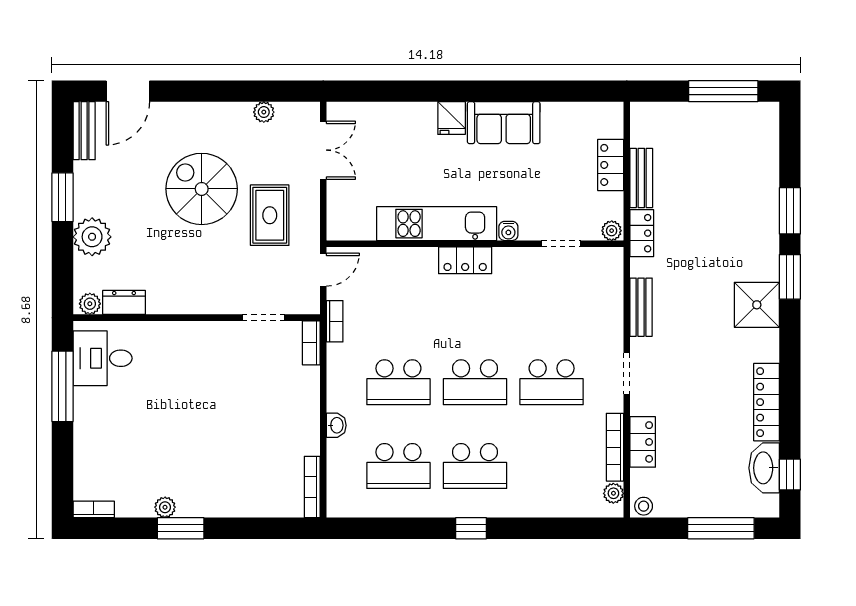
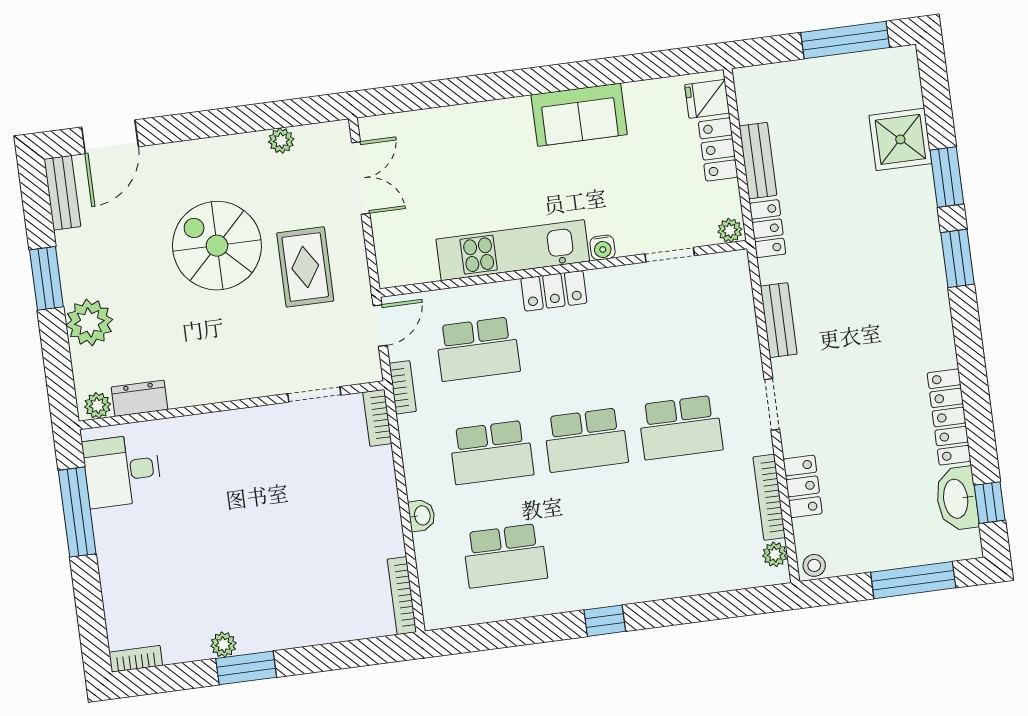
fridge: (452, 118) -> (707, 99), moved, turned 90
shower: (757, 305) -> (900, 139), moved
school desk: (475, 466) -> (478, 349), moved

